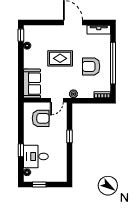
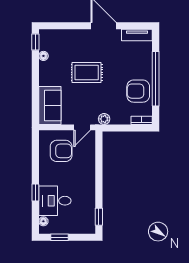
armchair: (91, 66) -> (138, 91), moved
window: (70, 136) -> (99, 217), moved

